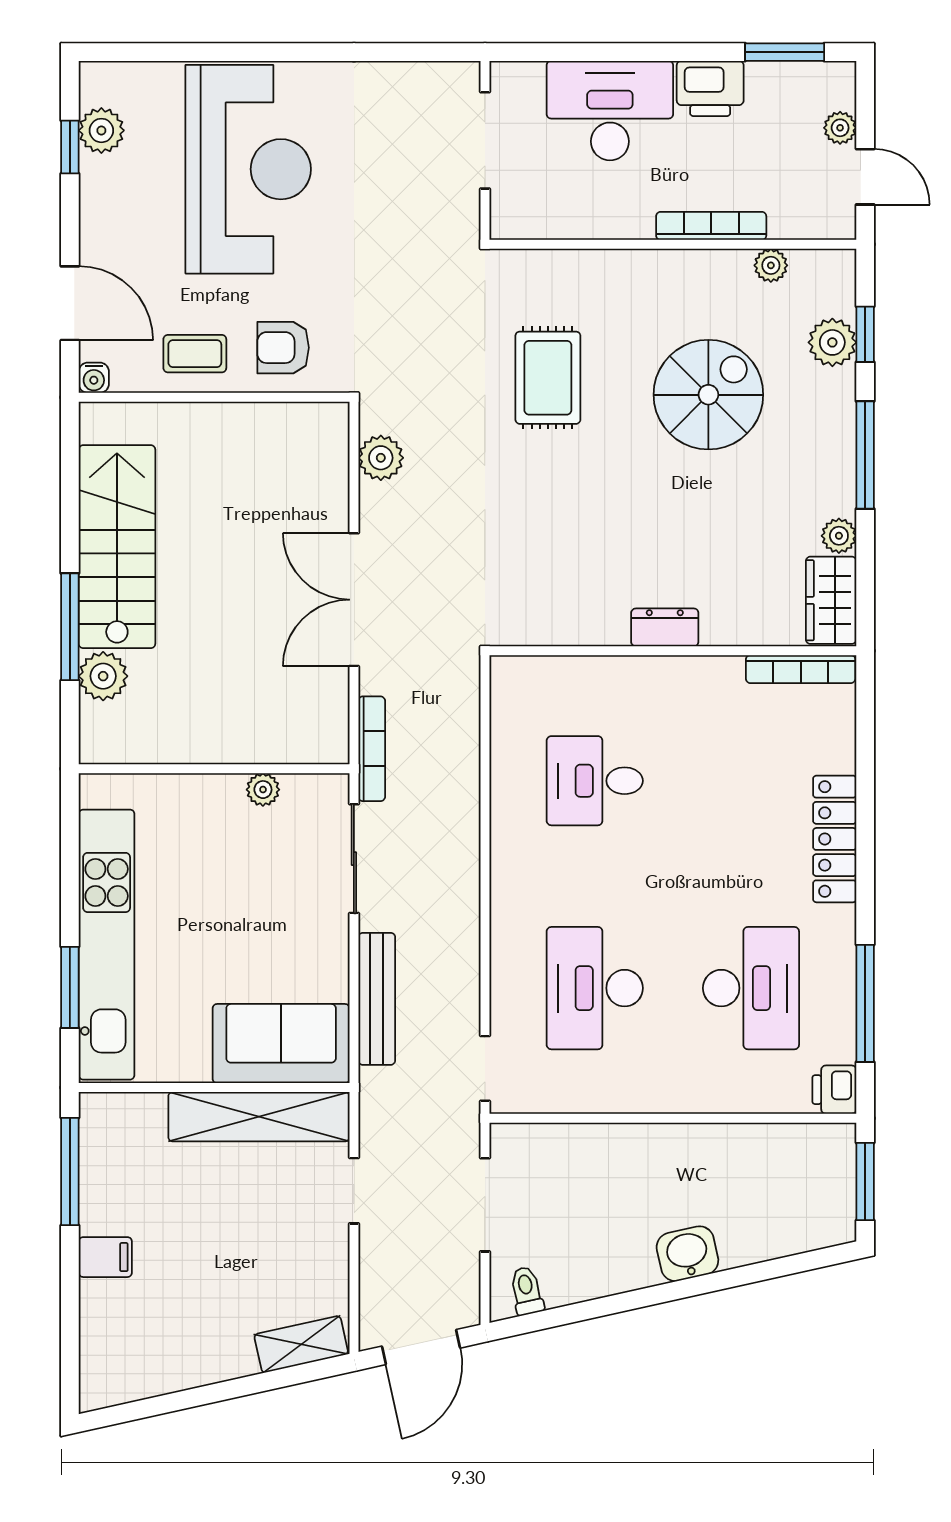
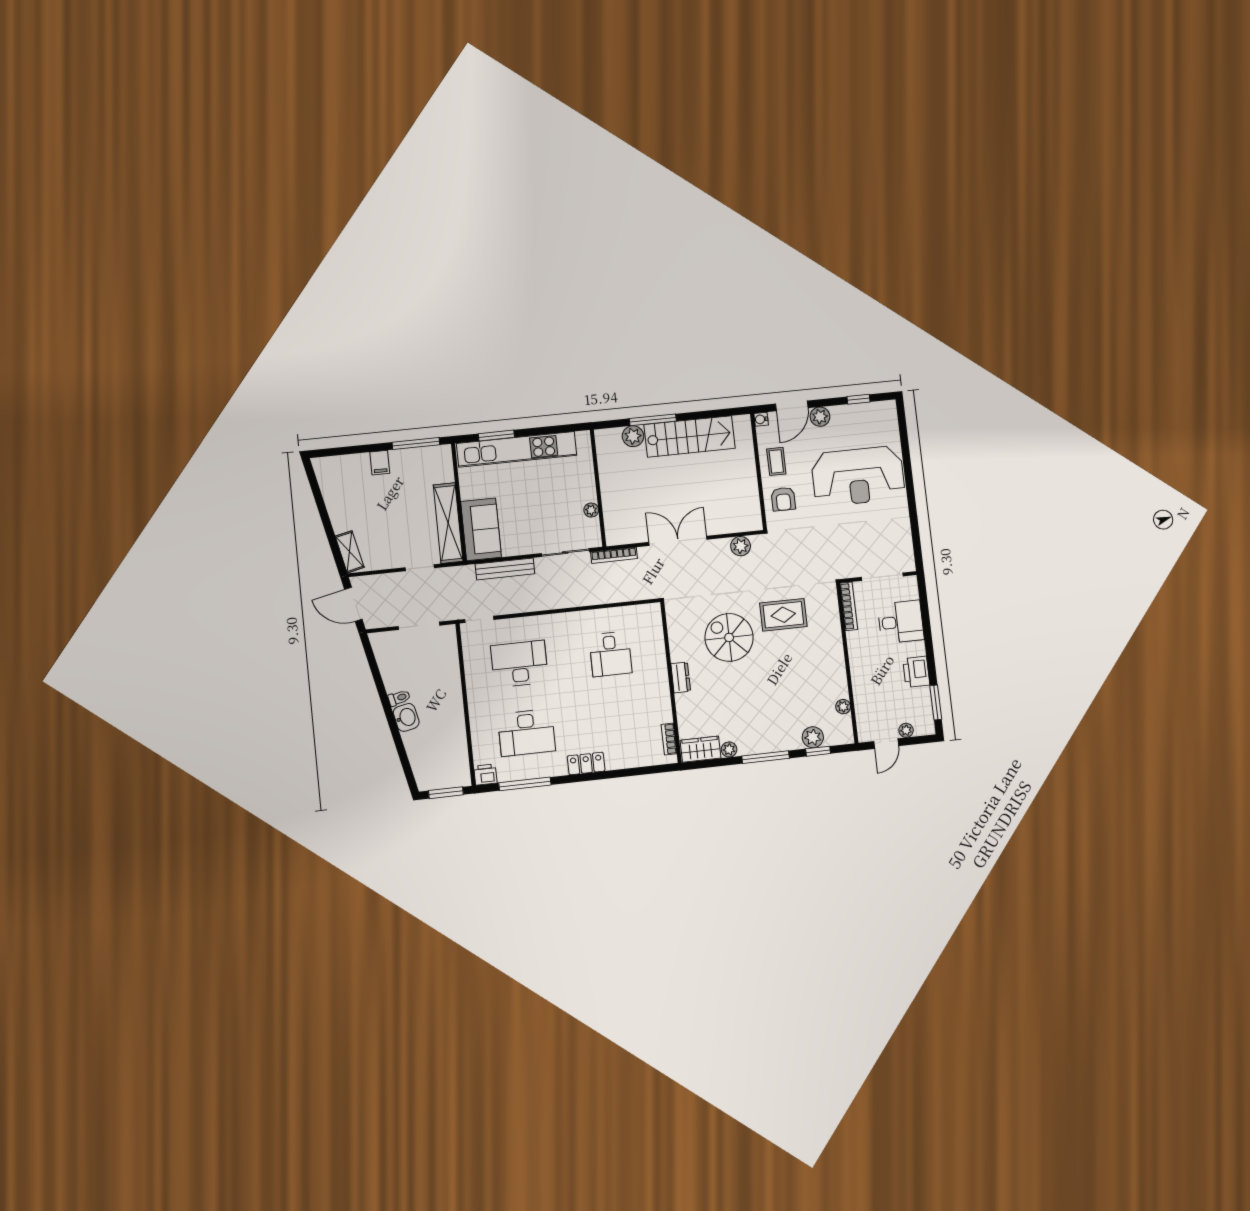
desk: (610, 111) -> (901, 622), width x0.73
plant: (101, 130) -> (820, 417), moved
bookcase: (711, 226) -> (849, 606), moved
armchair: (283, 348) -> (783, 499), turned 180
spiral stairs: (708, 395) -> (729, 637), moved, turned 180
bookcase: (801, 669) -> (669, 739), width x0.64
desk: (595, 781) -> (610, 654), turned 180
locker: (835, 839) -> (586, 763), width x0.66
toilet: (527, 1291) -> (399, 698), moved

